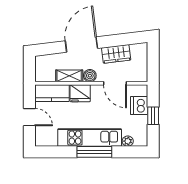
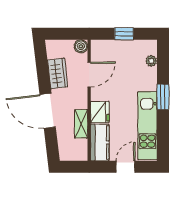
boiler: (90, 76) -> (81, 46), moved
dishwasher: (139, 106) -> (113, 49), removed
kitchen unit: (90, 138) -> (147, 126), moved
window: (94, 152) -> (163, 97), width x0.69

